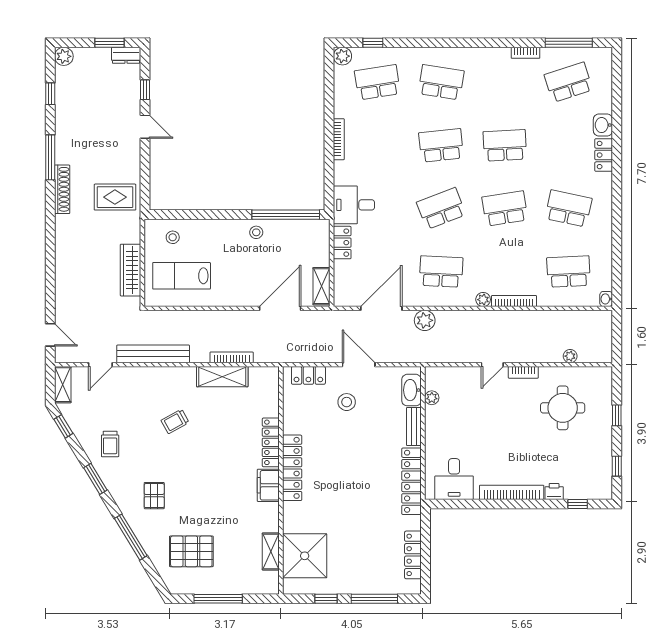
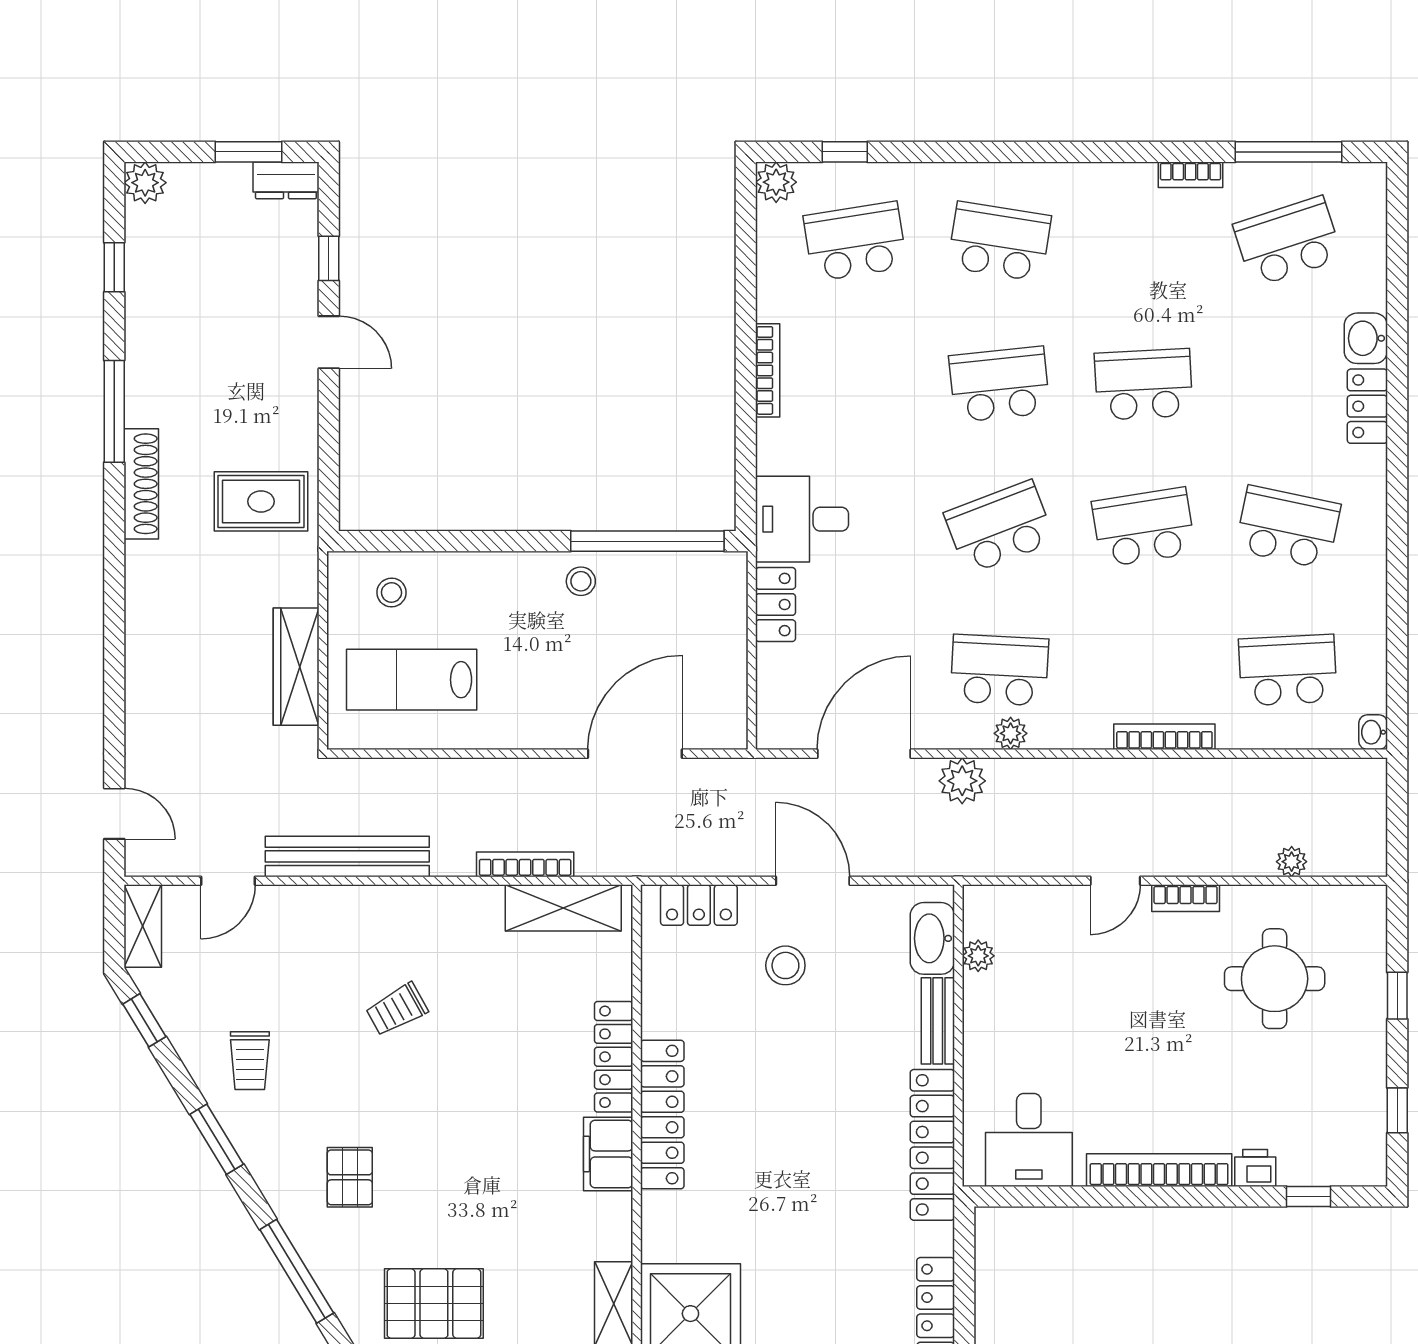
shelving: (322, 286) -> (729, 703), removed
plant: (483, 300) -> (1011, 733), moved
shelving: (222, 377) -> (563, 908), moved

